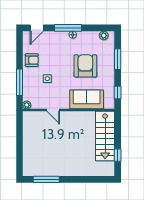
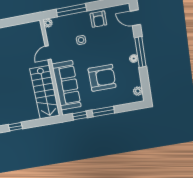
window: (118, 59) -> (103, 112), moved
sofa: (87, 99) -> (67, 86), width x1.36
stairs: (105, 136) -> (45, 93), moved, turned -90

